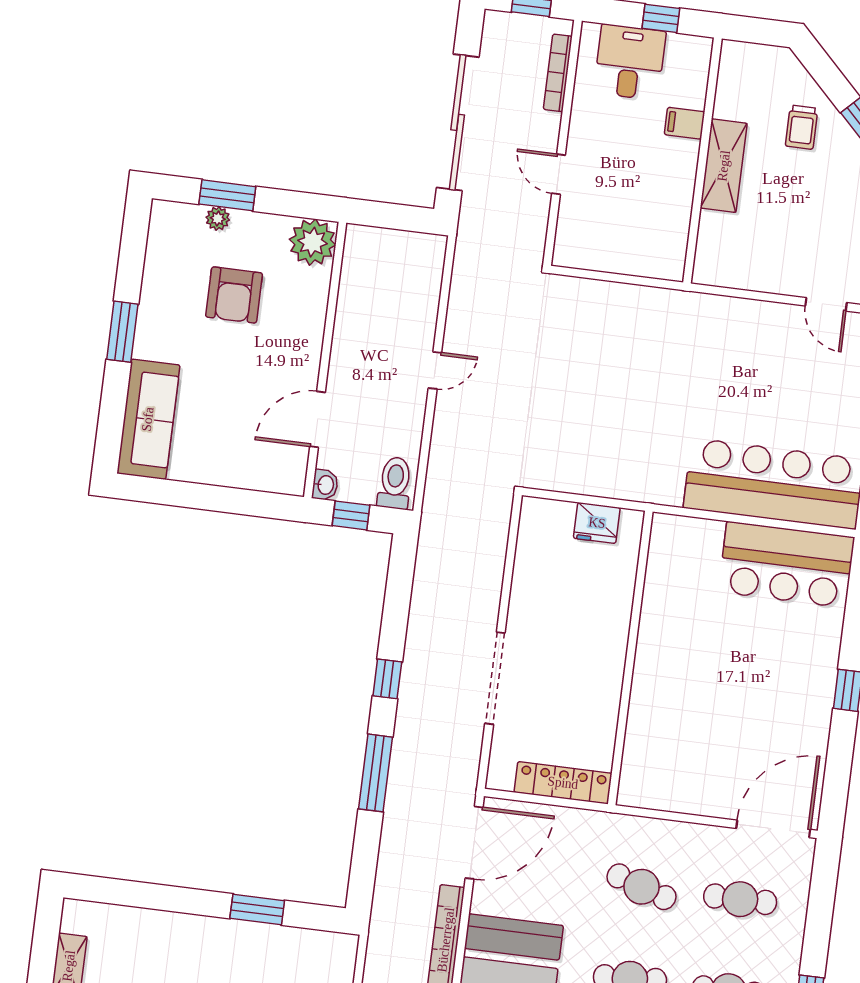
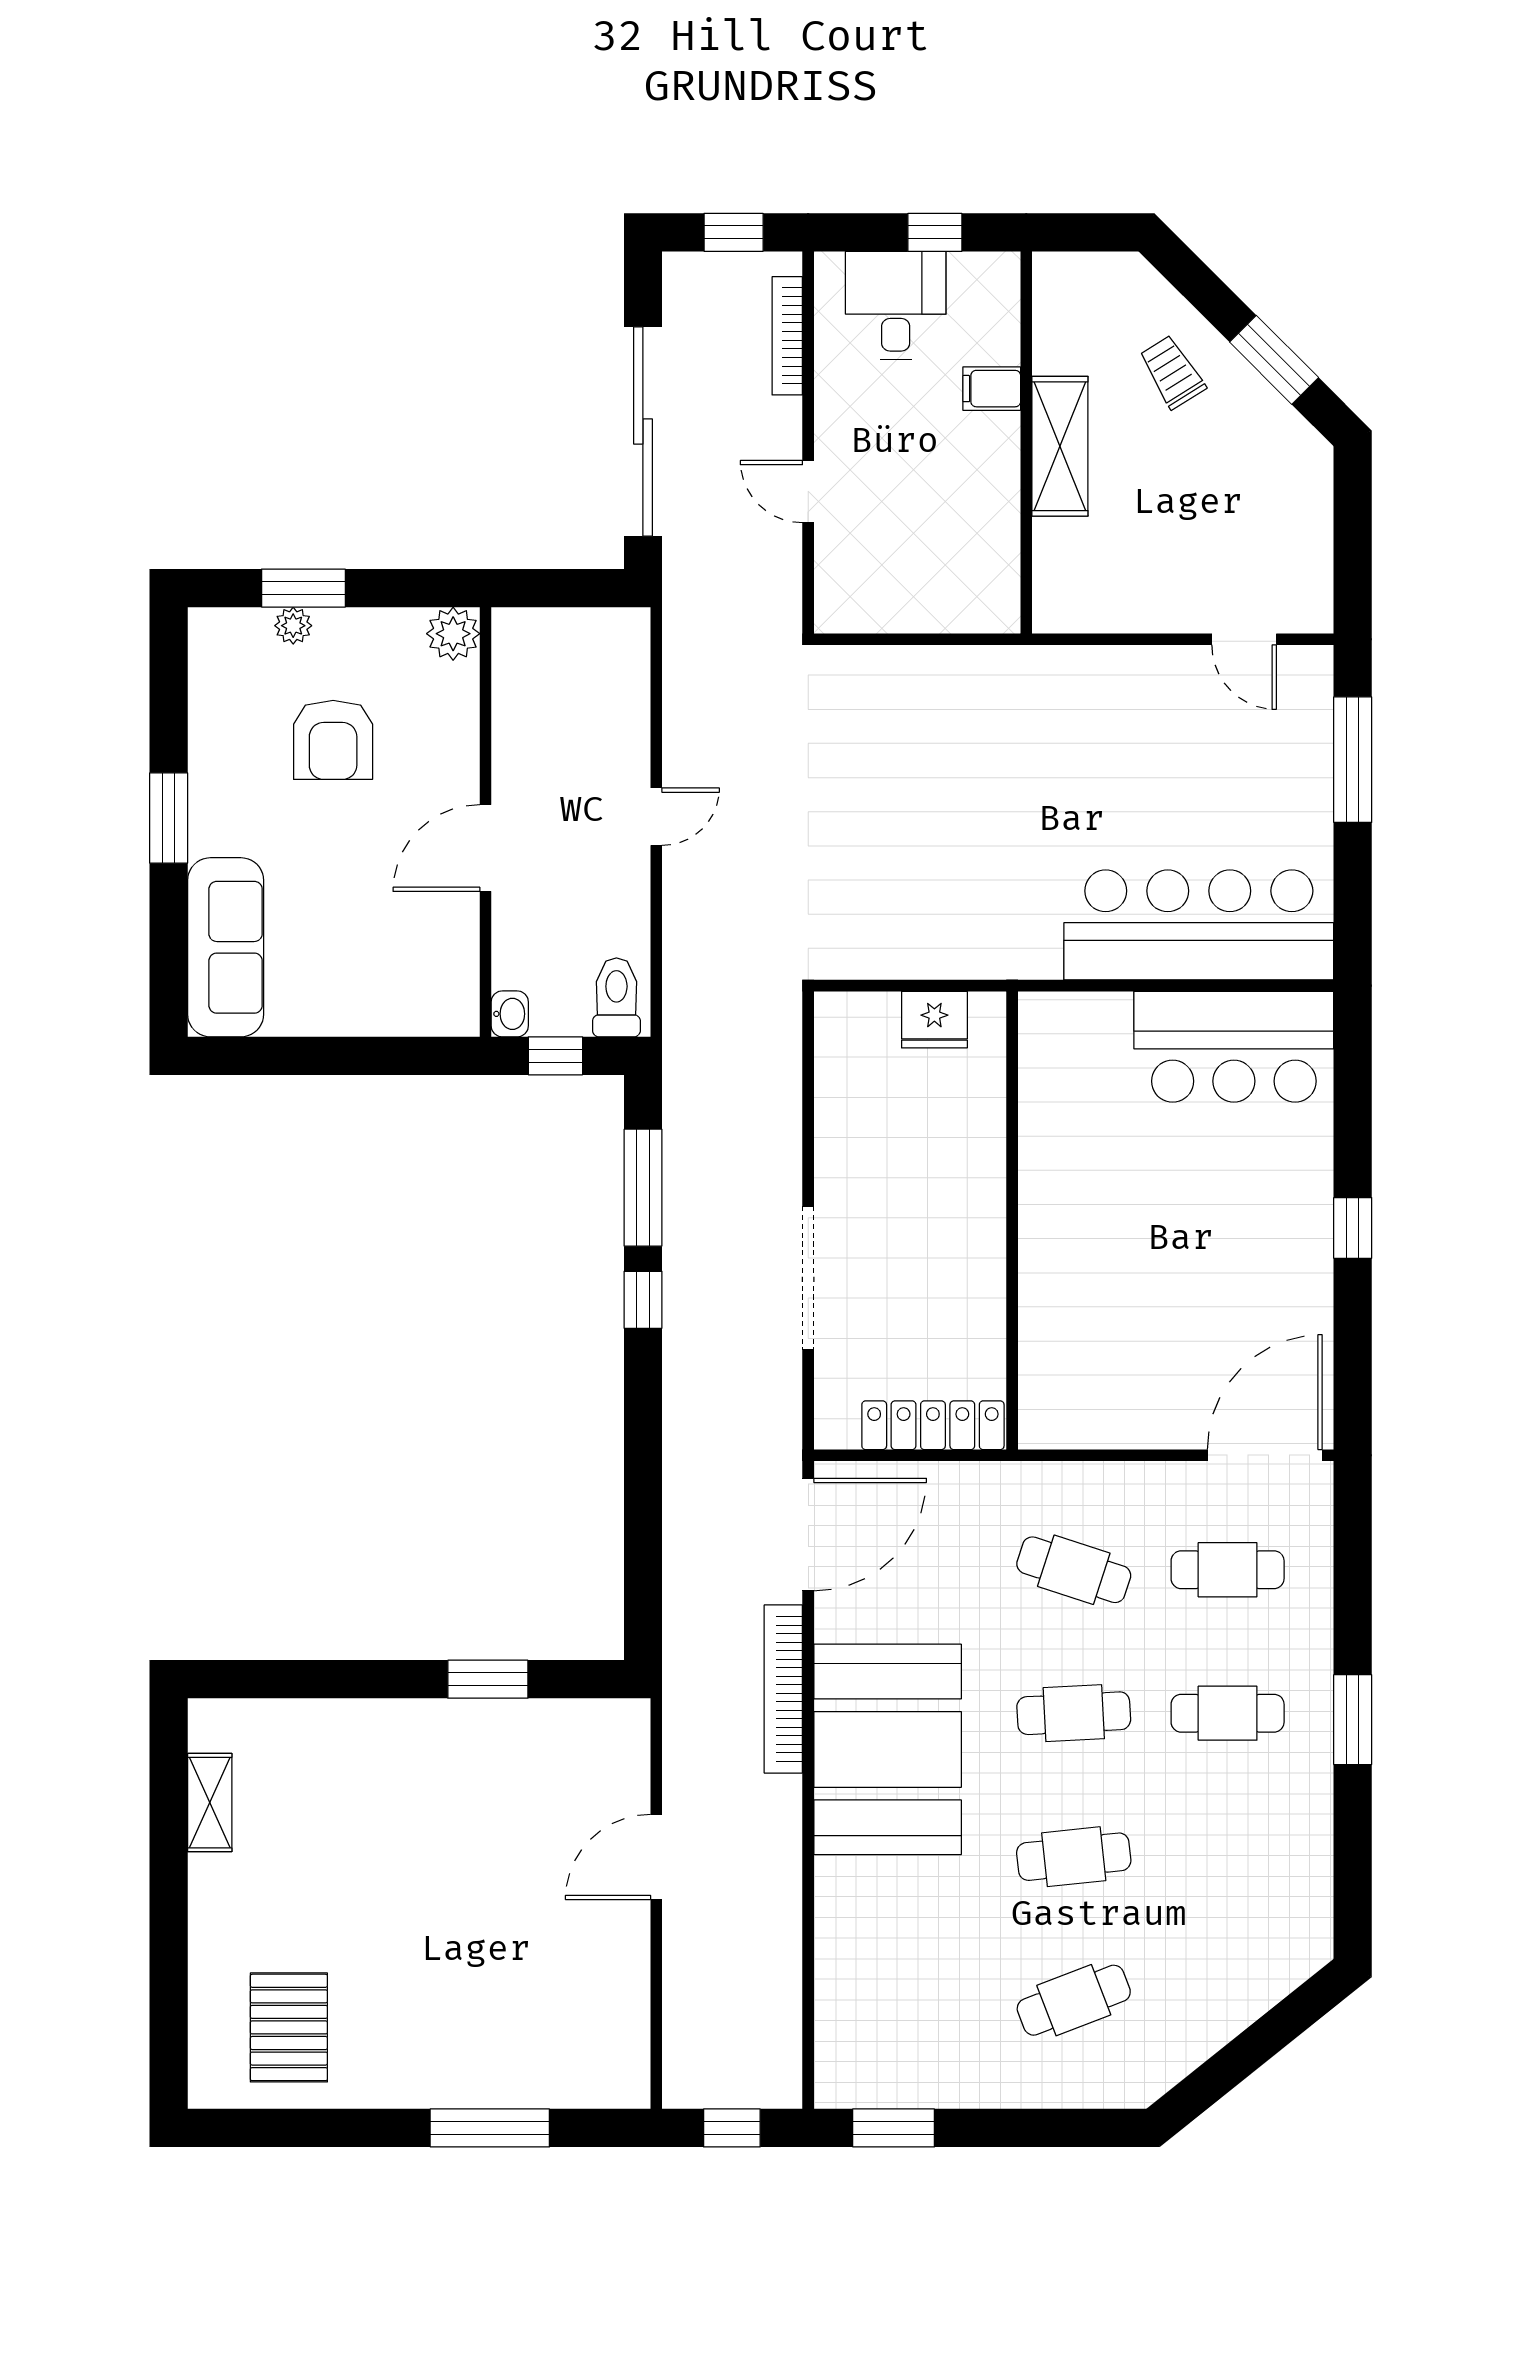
trolley: (802, 127) -> (1172, 372), turned 148
plant: (313, 242) -> (453, 634), width x0.73, depth x0.73
door: (318, 419) -> (485, 848), moved
window: (375, 773) -> (643, 1188), moved

